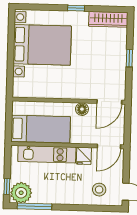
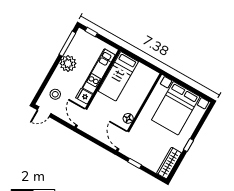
wall: (69, 101) -> (139, 112), moved
door: (109, 102) -> (123, 140), moved
floor lamp: (82, 109) -> (128, 118), moved
plant: (21, 193) -> (68, 63), moved

